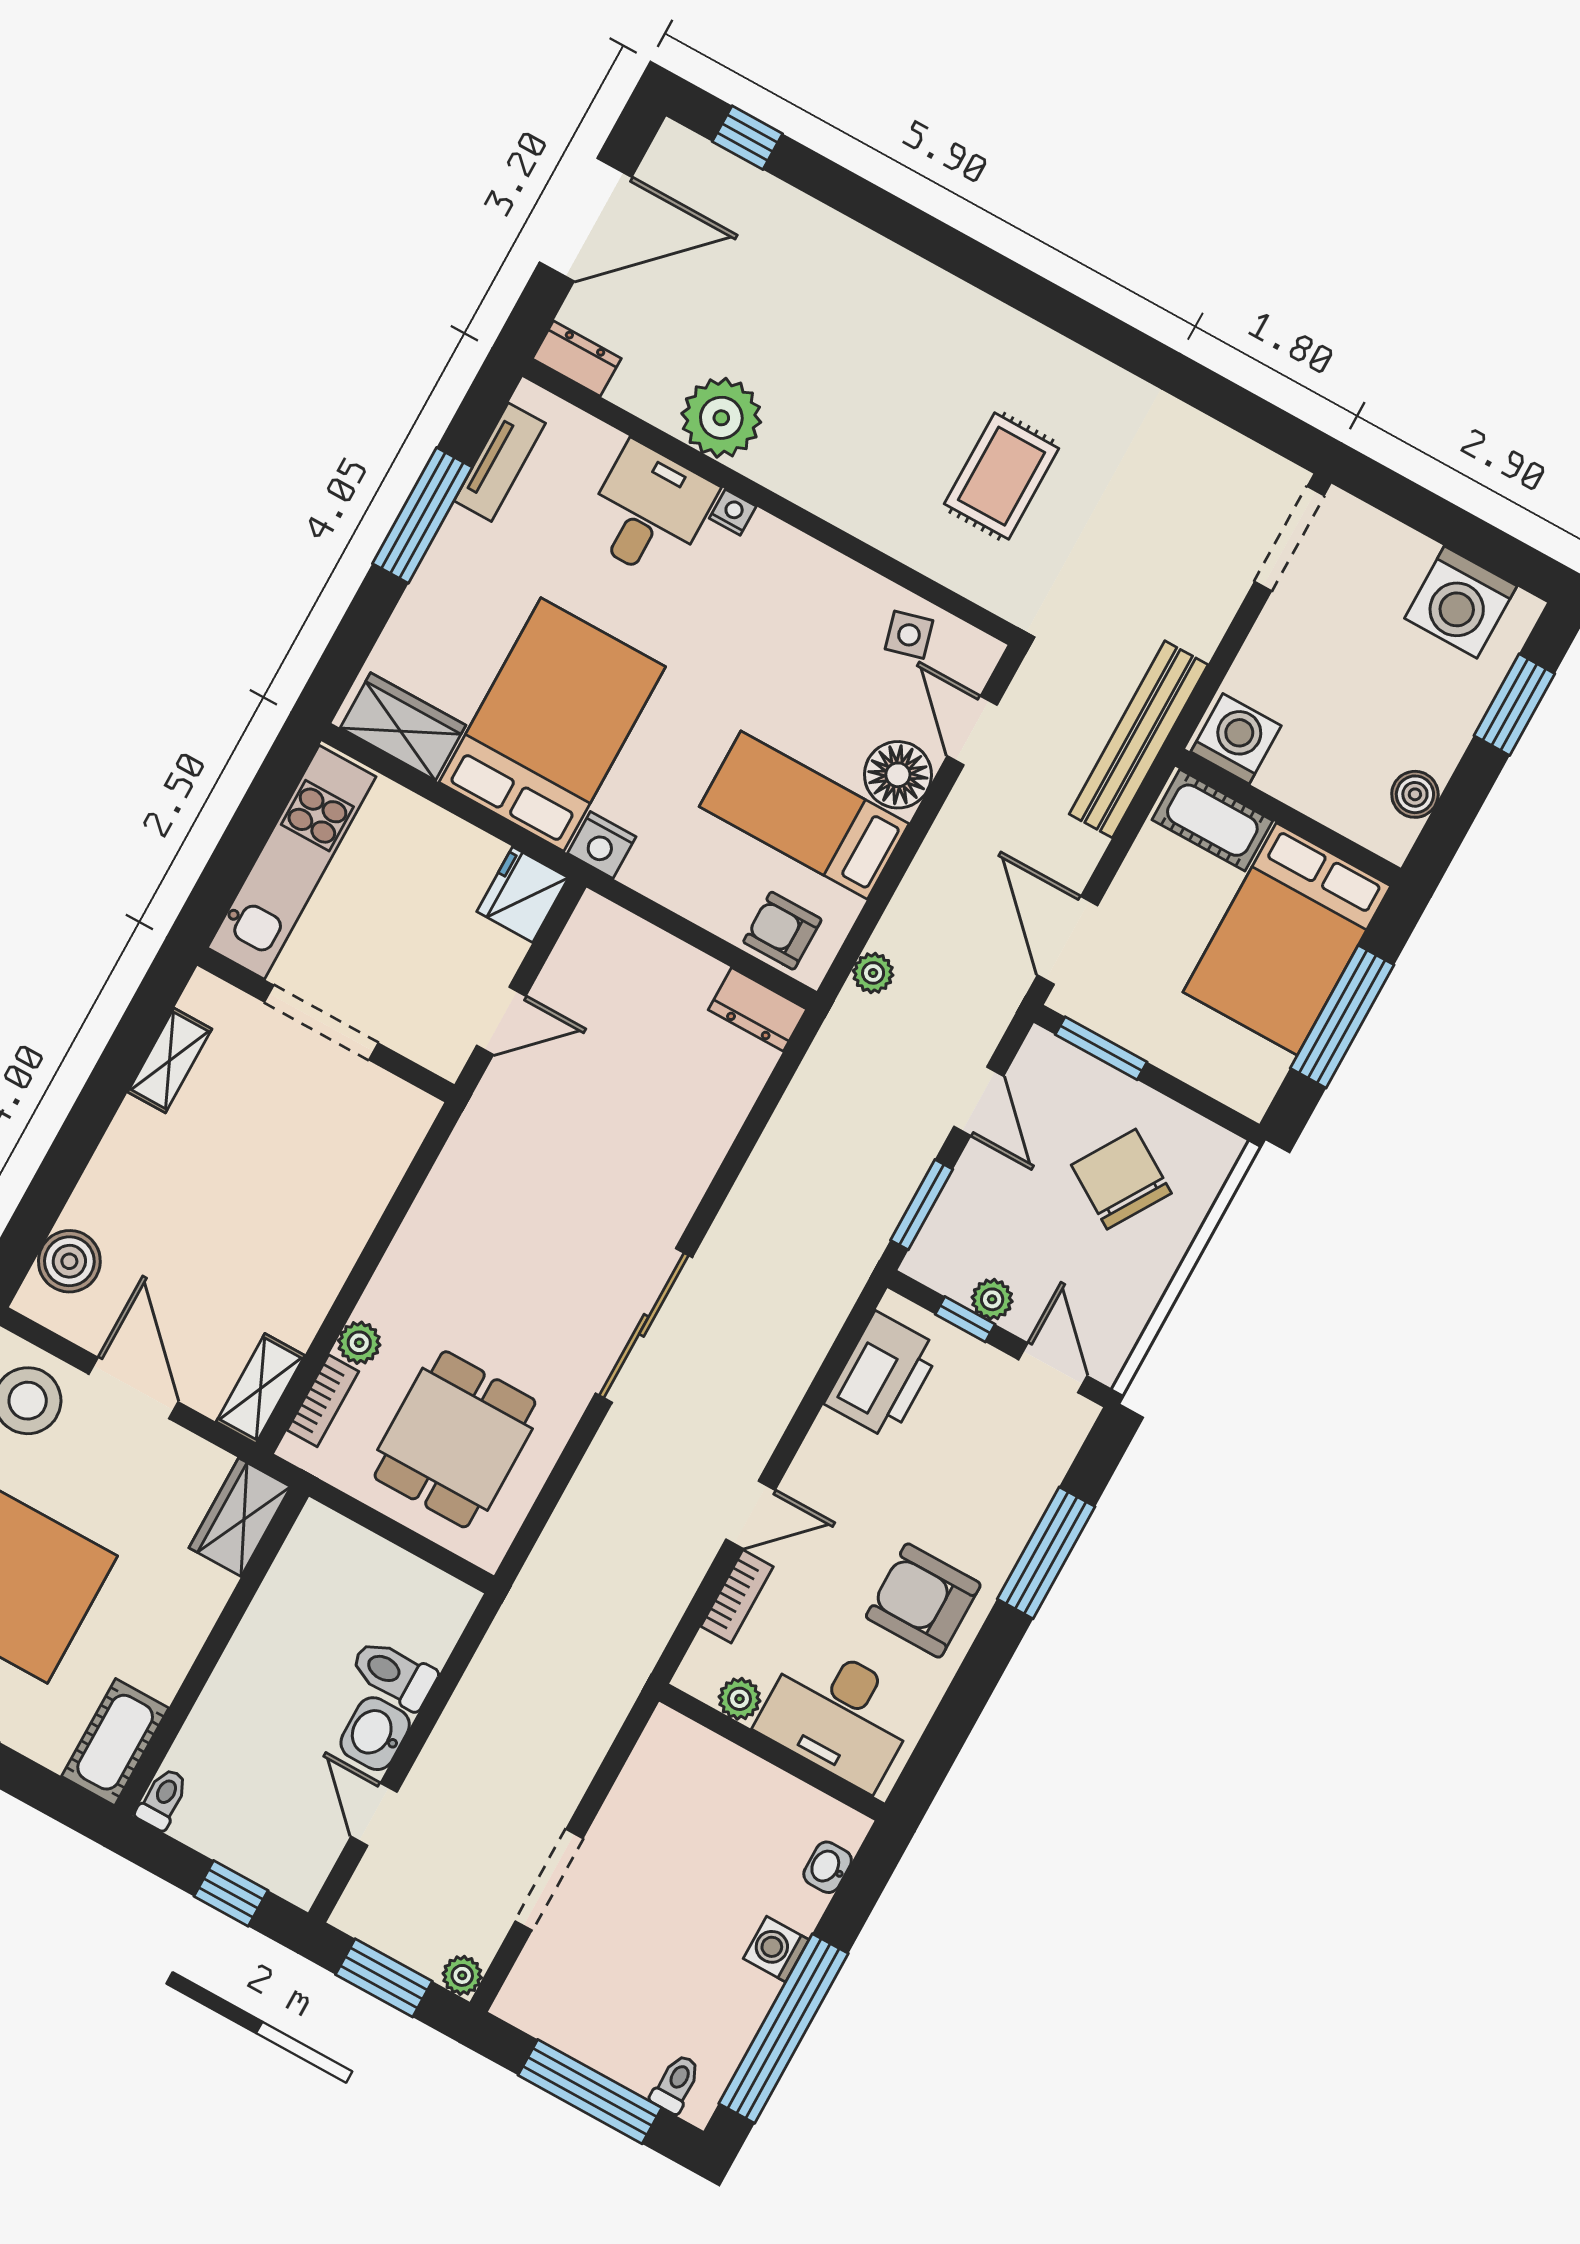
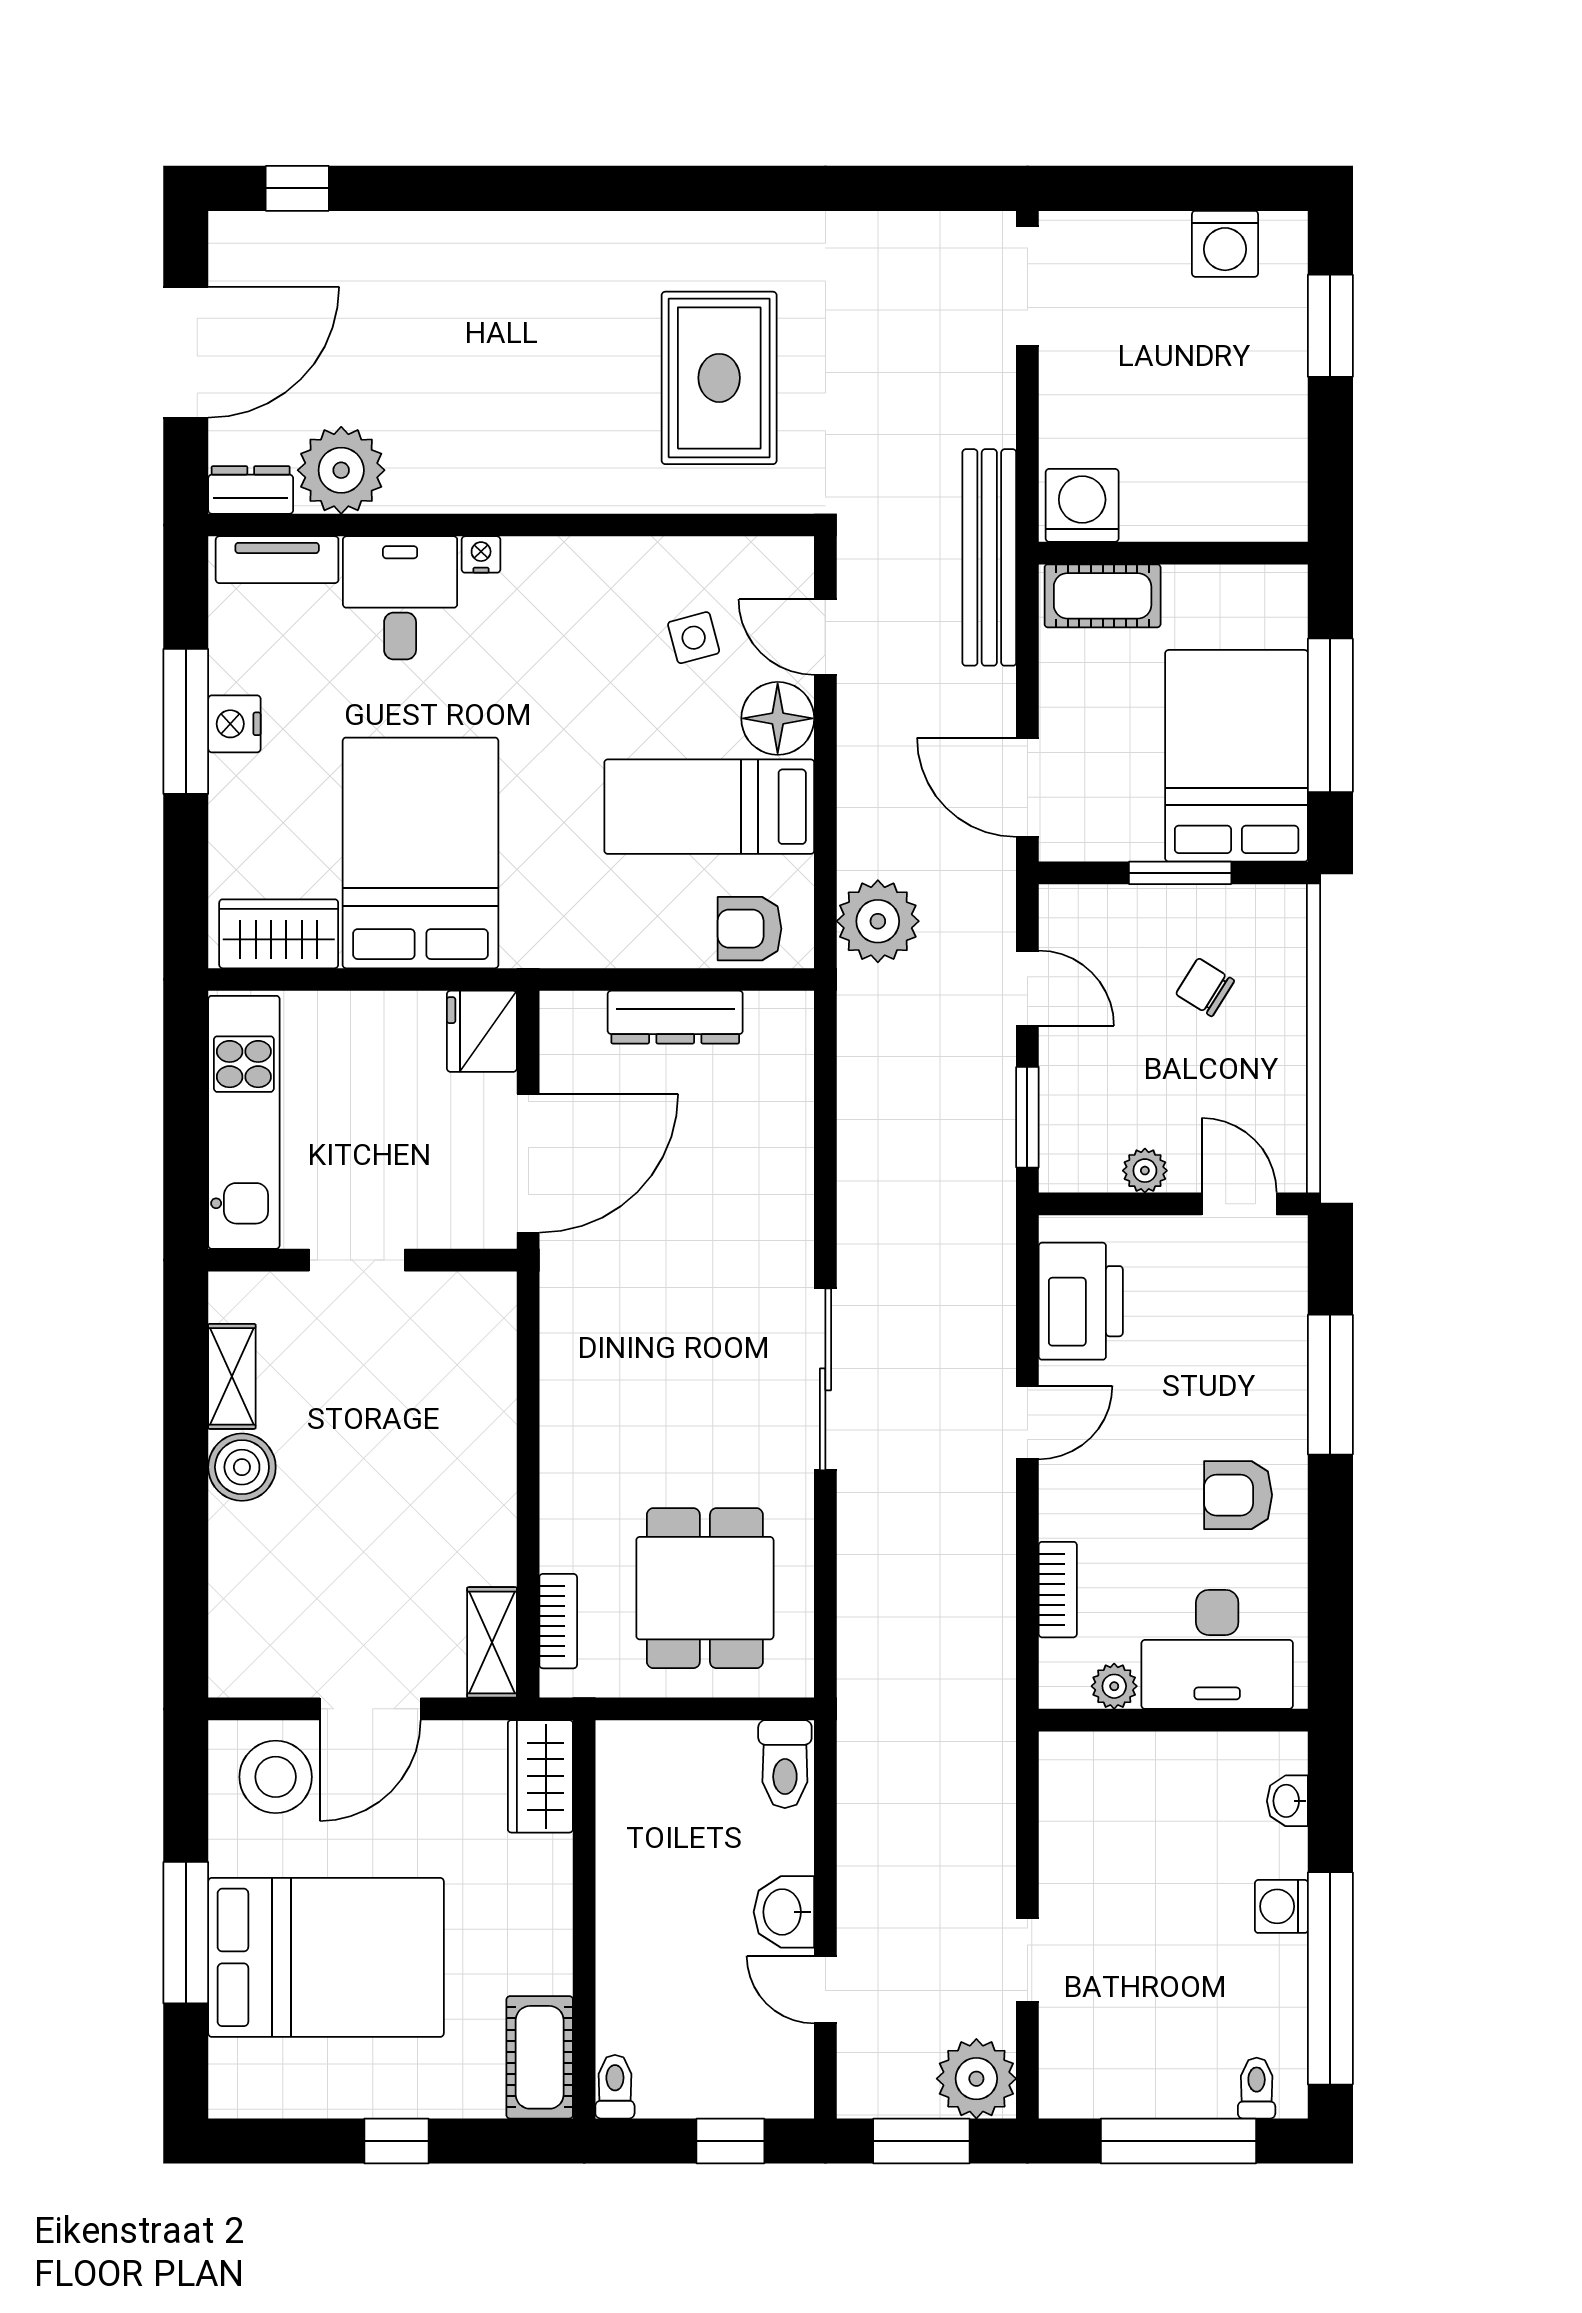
plant: (721, 418) -> (341, 470), moved
tv unit: (500, 462) -> (277, 560), moved, turned 90
rug: (1002, 476) -> (719, 378), width x1.36, depth x1.43
washing machine: (1461, 602) -> (1225, 244), width x0.73, depth x0.73
side table: (909, 635) -> (694, 638), moved
boiler: (1415, 794) -> (1283, 464), removed
nightstand: (602, 845) -> (234, 724), moved, turned 90
bed: (1287, 939) -> (1237, 756), moved, turned 180
plant: (873, 973) -> (878, 921), width x1.88, depth x1.88
dresser: (757, 1009) -> (675, 1017), moved, width x1.44
door: (501, 1021) -> (528, 1163), width x1.88
doorway: (321, 1023) -> (357, 1260), width x0.73
window: (1101, 1048) -> (1180, 873), moved
chair: (1121, 1179) -> (1205, 987), width x0.54, depth x0.54
boiler: (69, 1261) -> (242, 1467), moved
window: (965, 1319) -> (1130, 1204), removed
plant: (359, 1343) -> (562, 1546), removed
door: (133, 1388) -> (370, 1709), swing flipped
door: (751, 1515) -> (1027, 1422), moved
armchair: (923, 1601) -> (1238, 1495), width x0.72, depth x0.72
toilet: (394, 1674) -> (785, 1764), moved, turned -90
doorway: (549, 1880) -> (1027, 1960), width x0.73
plant: (462, 1975) -> (976, 2079), width x1.88, depth x1.88

